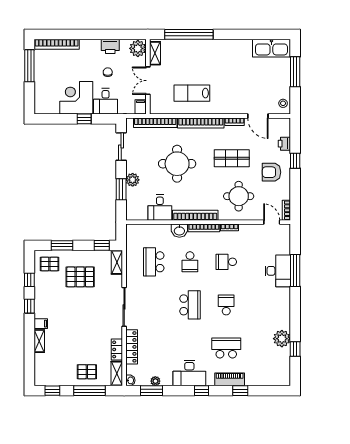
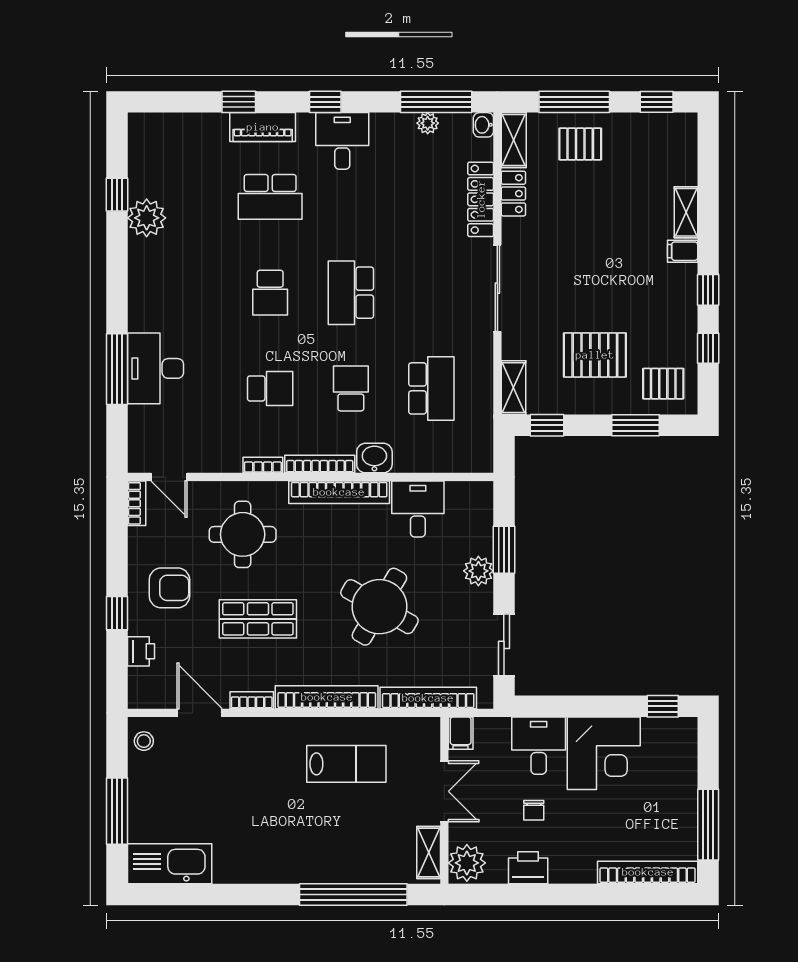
window: (84, 119) -> (663, 706), moved
round table: (177, 164) -> (379, 607), turned 30
desk: (189, 373) -> (342, 141), width x0.73
window: (152, 391) -> (436, 102), width x1.44

